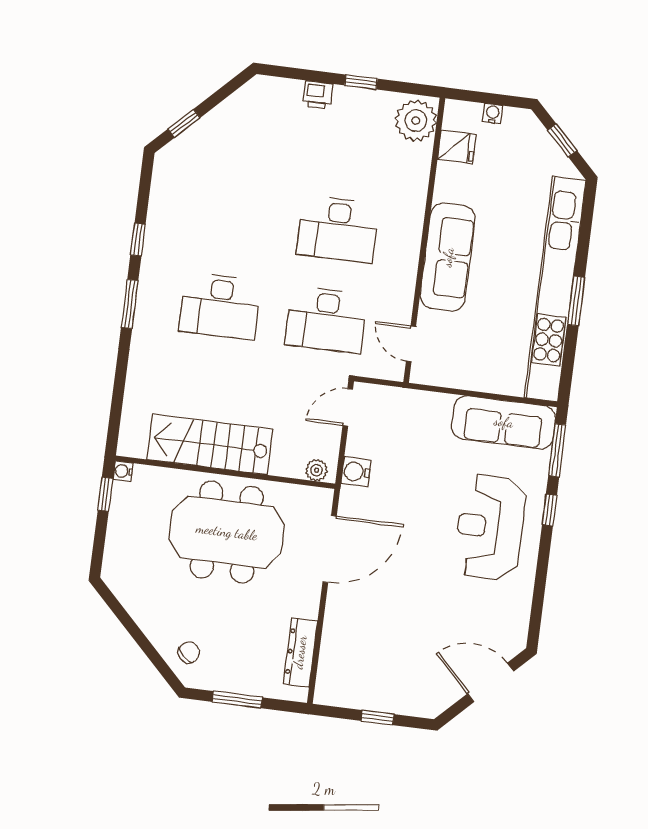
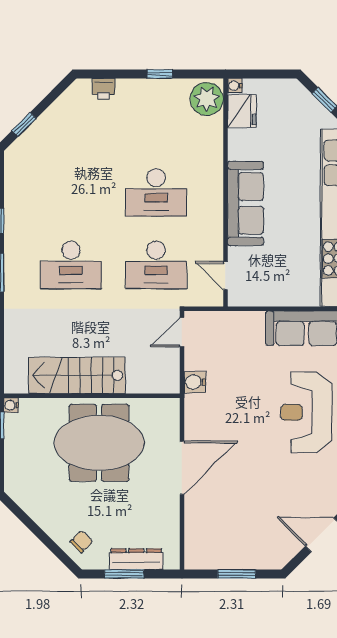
printer: (318, 95) -> (104, 89), moved
water cooler: (493, 114) -> (235, 86), moved, turned -90
fridge: (457, 147) -> (242, 111), width x1.38
plant: (317, 470) -> (164, 385), removed
door: (330, 549) -> (182, 468), moved
dresser: (300, 652) -> (136, 559), moved, turned 90
window: (377, 718) -> (237, 574), width x1.50

